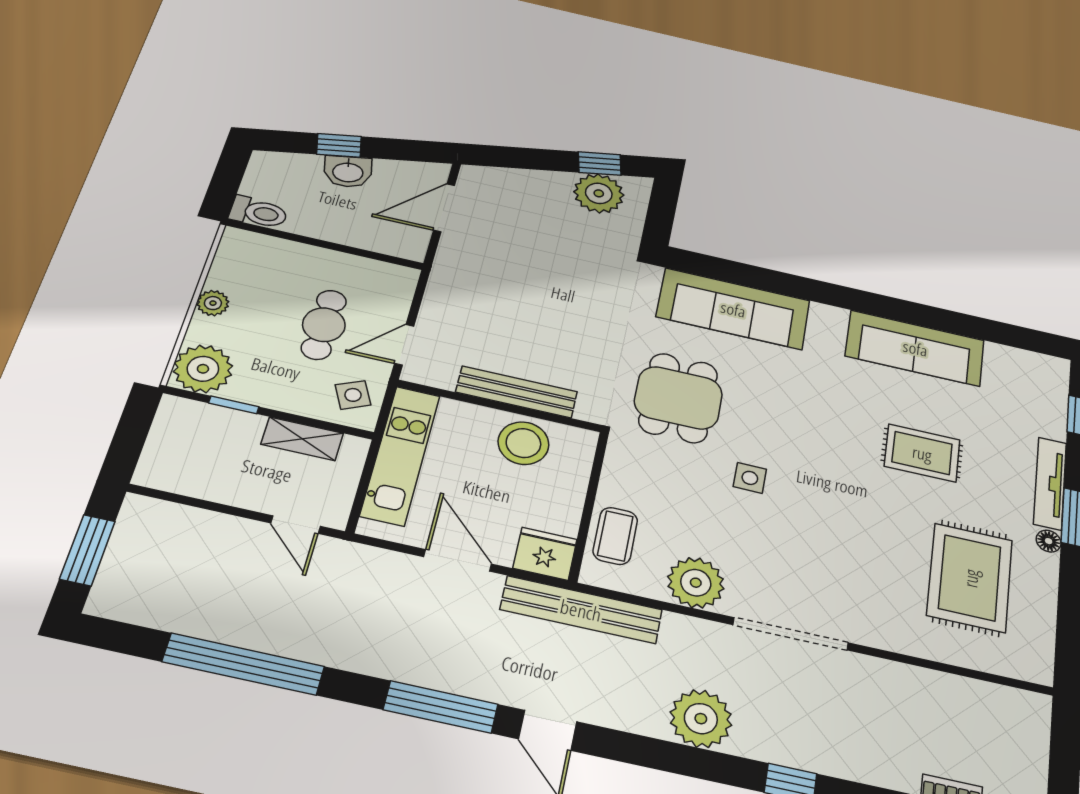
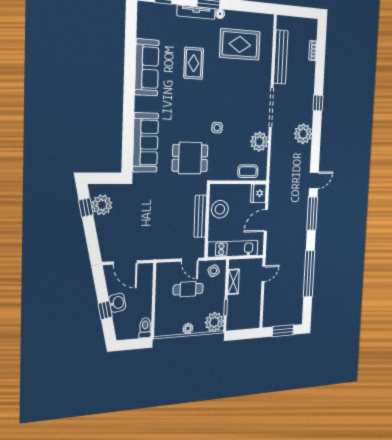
bench: (581, 610) -> (281, 57), moved

